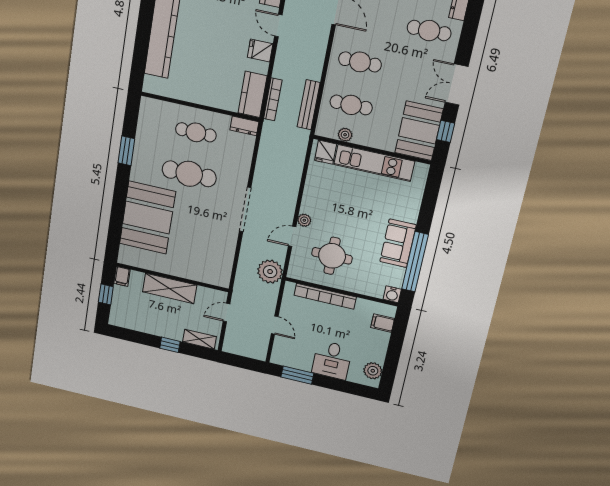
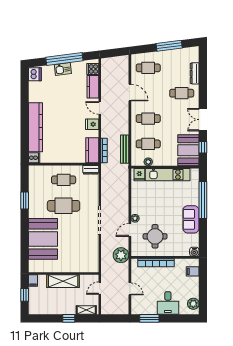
cooker: (152, 85) -> (34, 158), added
window: (415, 262) -> (203, 200), moved

